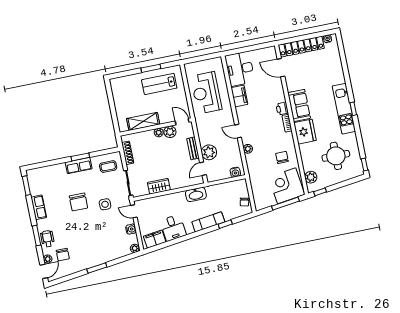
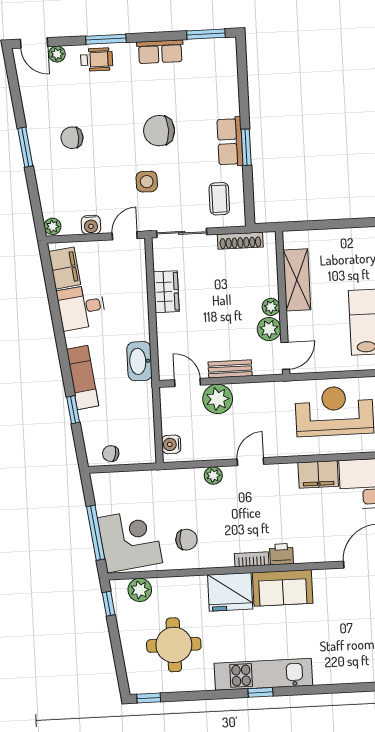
chair: (63, 255) -> (72, 138), moved

